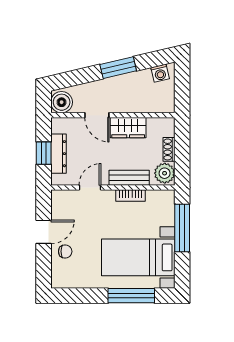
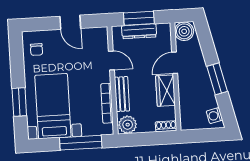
shoe rack: (169, 149) -> (166, 126), moved
window: (44, 153) -> (139, 18), width x1.50
bookcase: (131, 195) -> (107, 103), width x1.56
chair: (65, 251) -> (37, 50), moved
window: (131, 296) -> (19, 102), width x0.69

